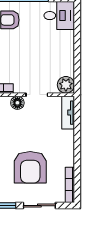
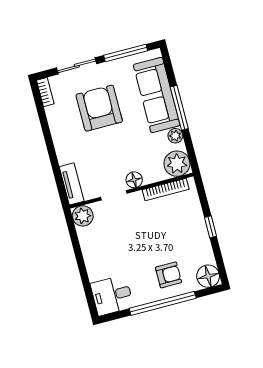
bookcase: (70, 185) -> (45, 92), width x0.64

